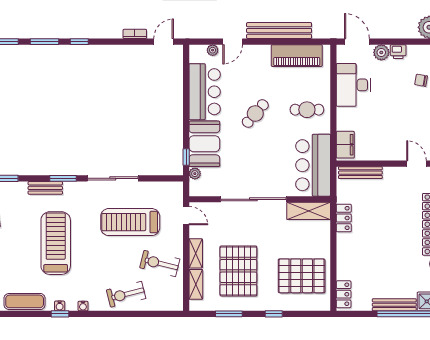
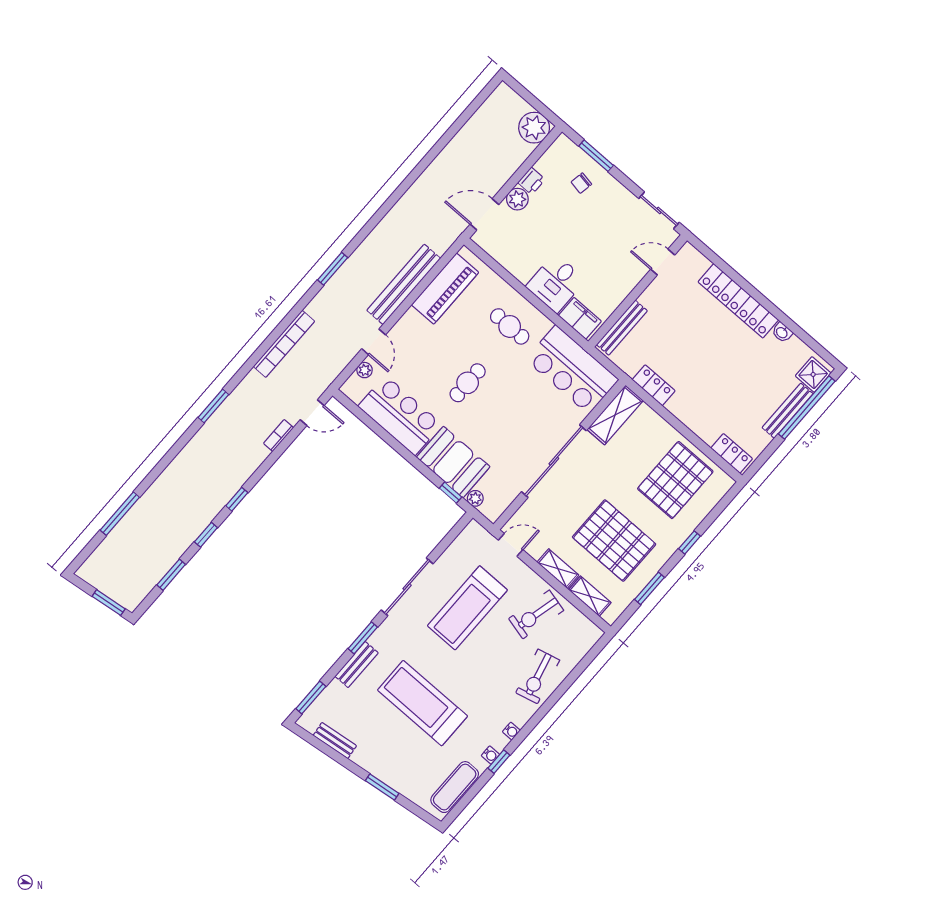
window: (45, 42) -> (206, 535), width x0.67
door: (164, 42) -> (312, 413), swing flipped
desk: (353, 85) -> (556, 283), moved, width x0.73
cafe table: (307, 110) -> (510, 326), turned 90
cafe table: (255, 114) -> (468, 383), turned 49

